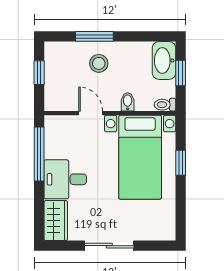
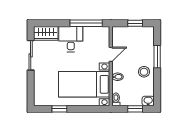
washbasin: (164, 60) -> (148, 101), width x0.52, depth x0.69
stool: (99, 63) -> (144, 72), moved
window: (181, 163) -> (59, 109), moved
sliding door: (109, 246) -> (31, 55), moved

